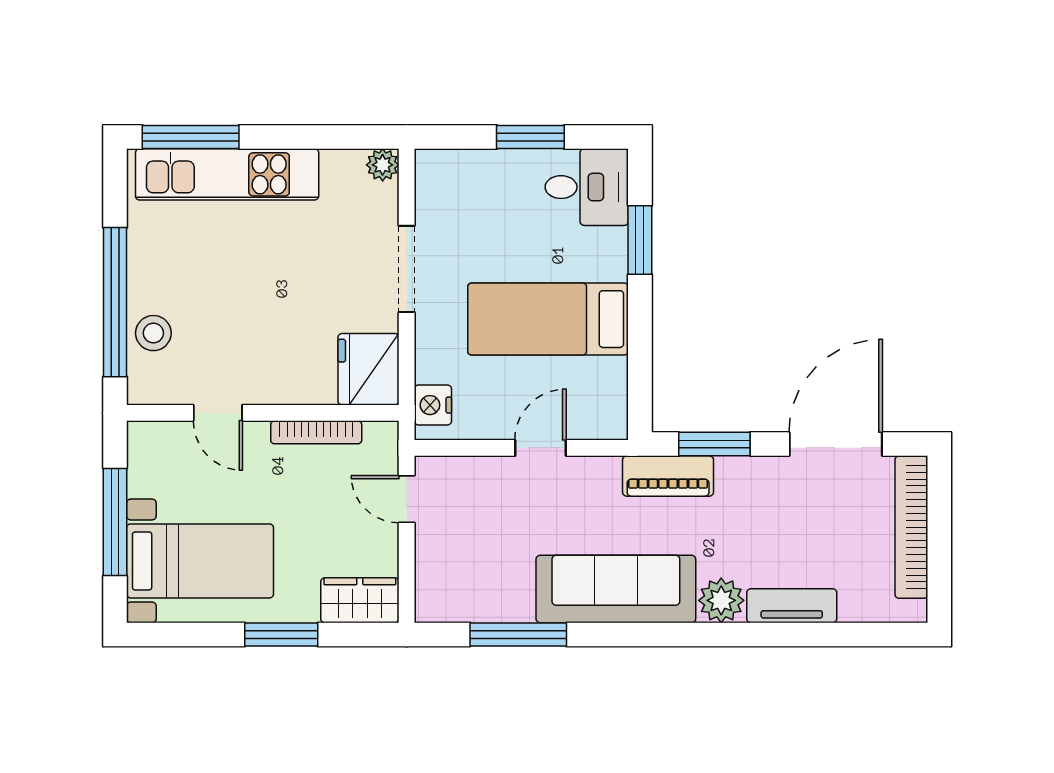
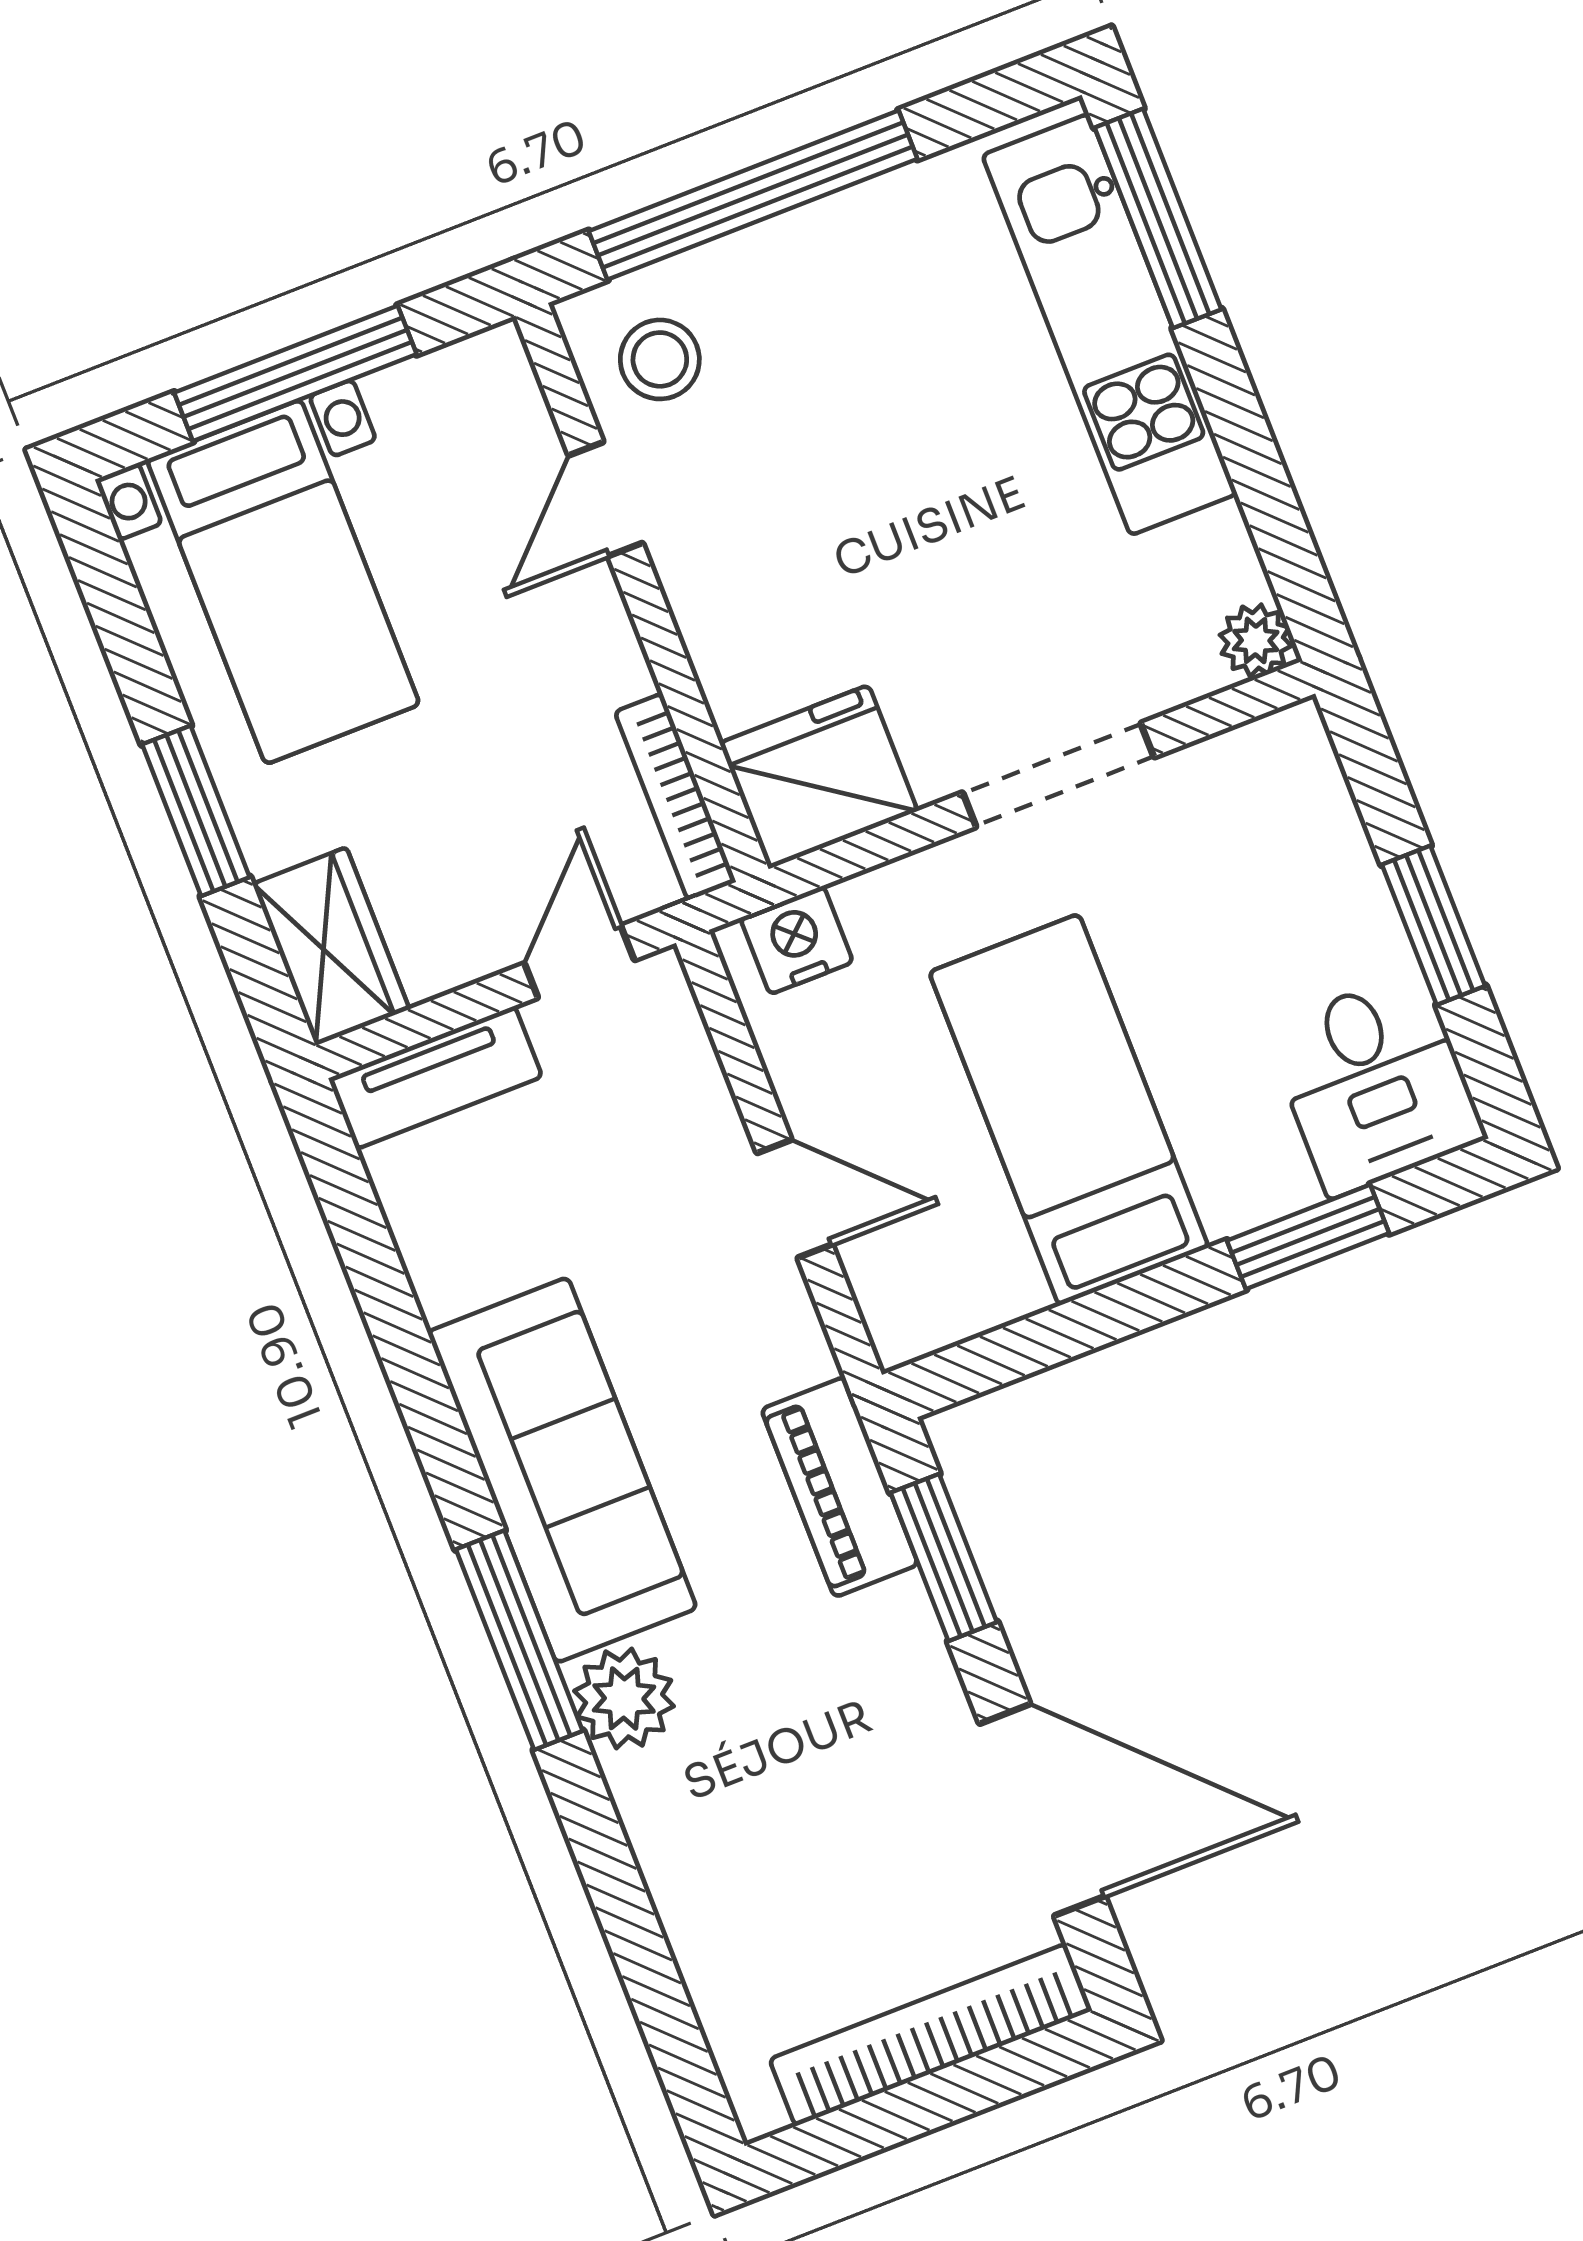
stool: (153, 333) -> (660, 359), moved
bookcase: (316, 432) -> (675, 797), moved
tv unit: (792, 606) -> (435, 1078), moved, turned 90
window: (518, 635) -> (519, 1640), moved

